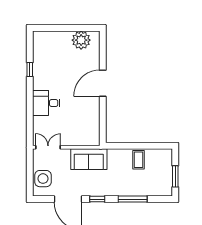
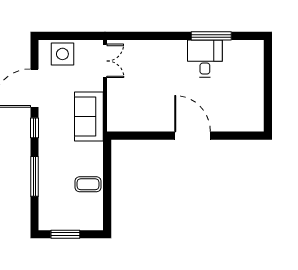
plant: (81, 40) -> (251, 106), removed
window: (30, 69) -> (211, 36), width x2.17
desk: (46, 103) -> (205, 58), moved

